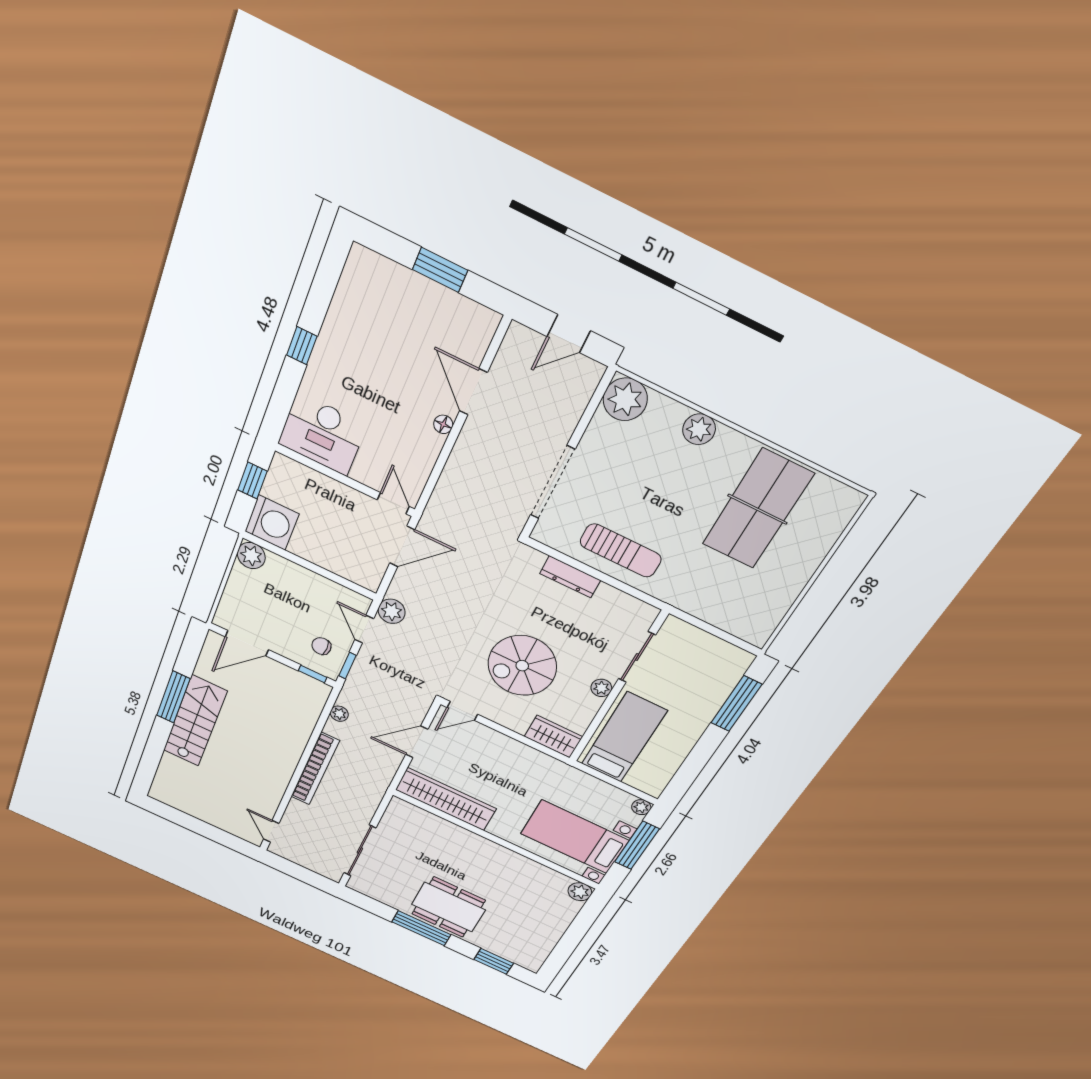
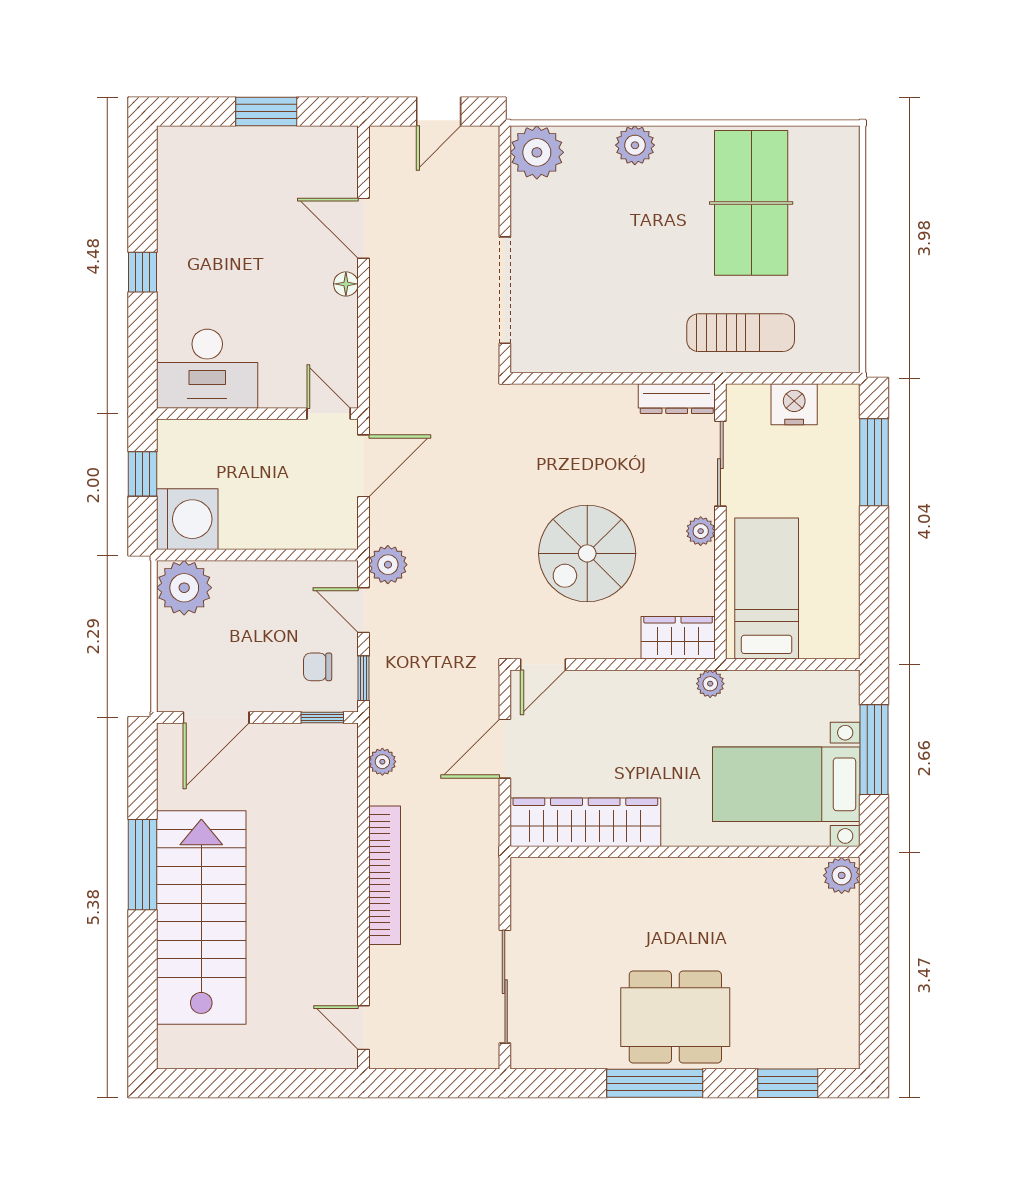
sun lounger: (621, 550) -> (741, 333), moved
plant: (251, 556) -> (184, 588), width x1.36, depth x1.36
dresser: (570, 577) -> (677, 399), moved
nightstand: (706, 647) -> (794, 404), added
stairs: (195, 721) -> (201, 917), width x1.36, depth x1.51
plant: (641, 807) -> (710, 684), moved

